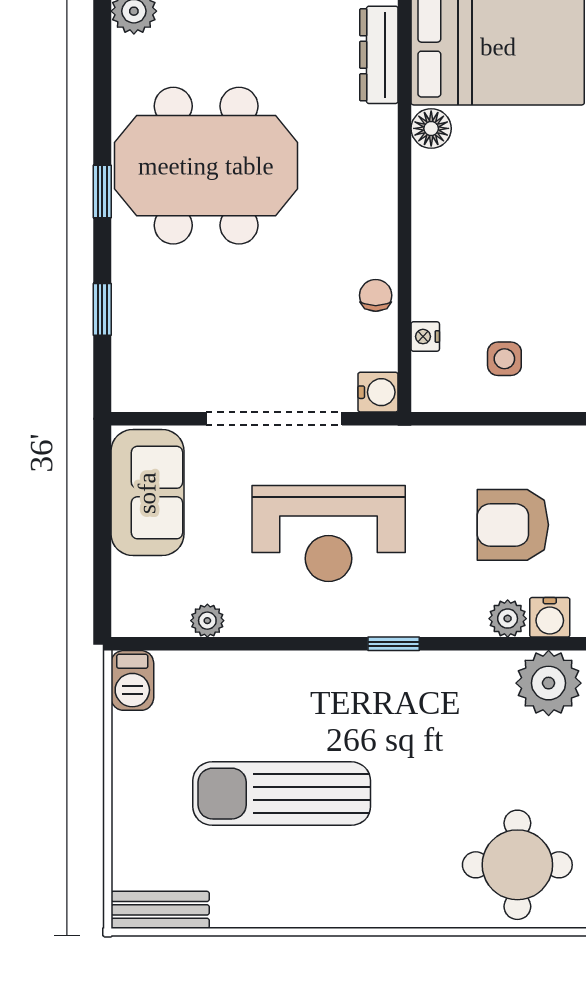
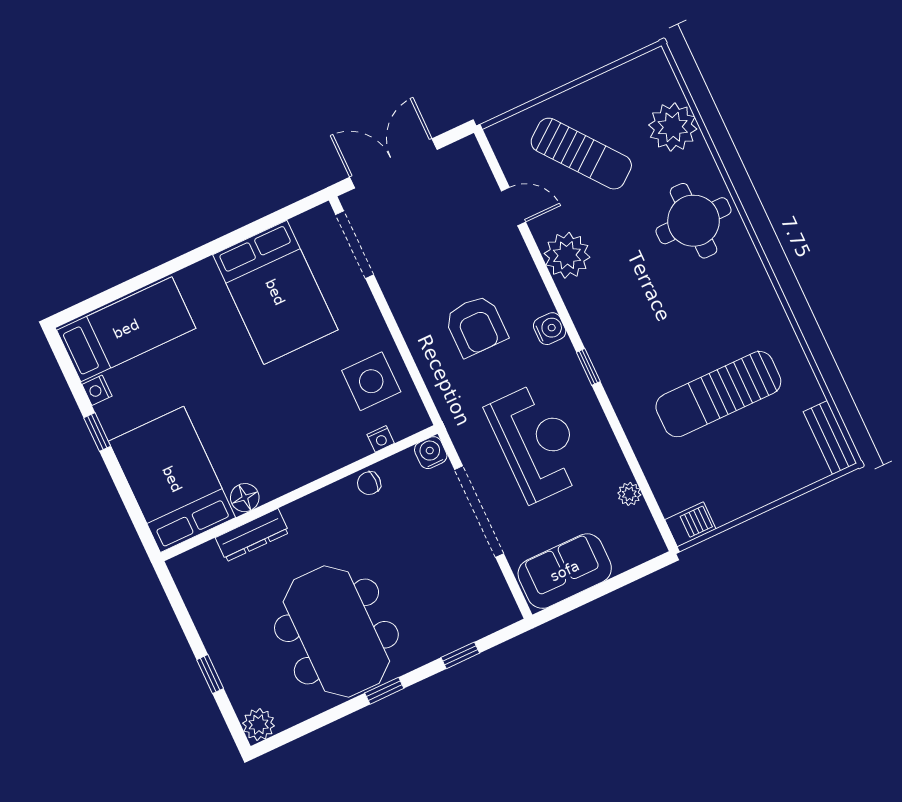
dresser: (379, 55) -> (252, 535), moved
side table: (504, 359) -> (371, 381), width x1.87, depth x1.87
water cooler: (550, 617) -> (550, 329), moved
plant: (508, 619) -> (538, 301), removed
sun lounger: (282, 794) -> (718, 394), turned 90

